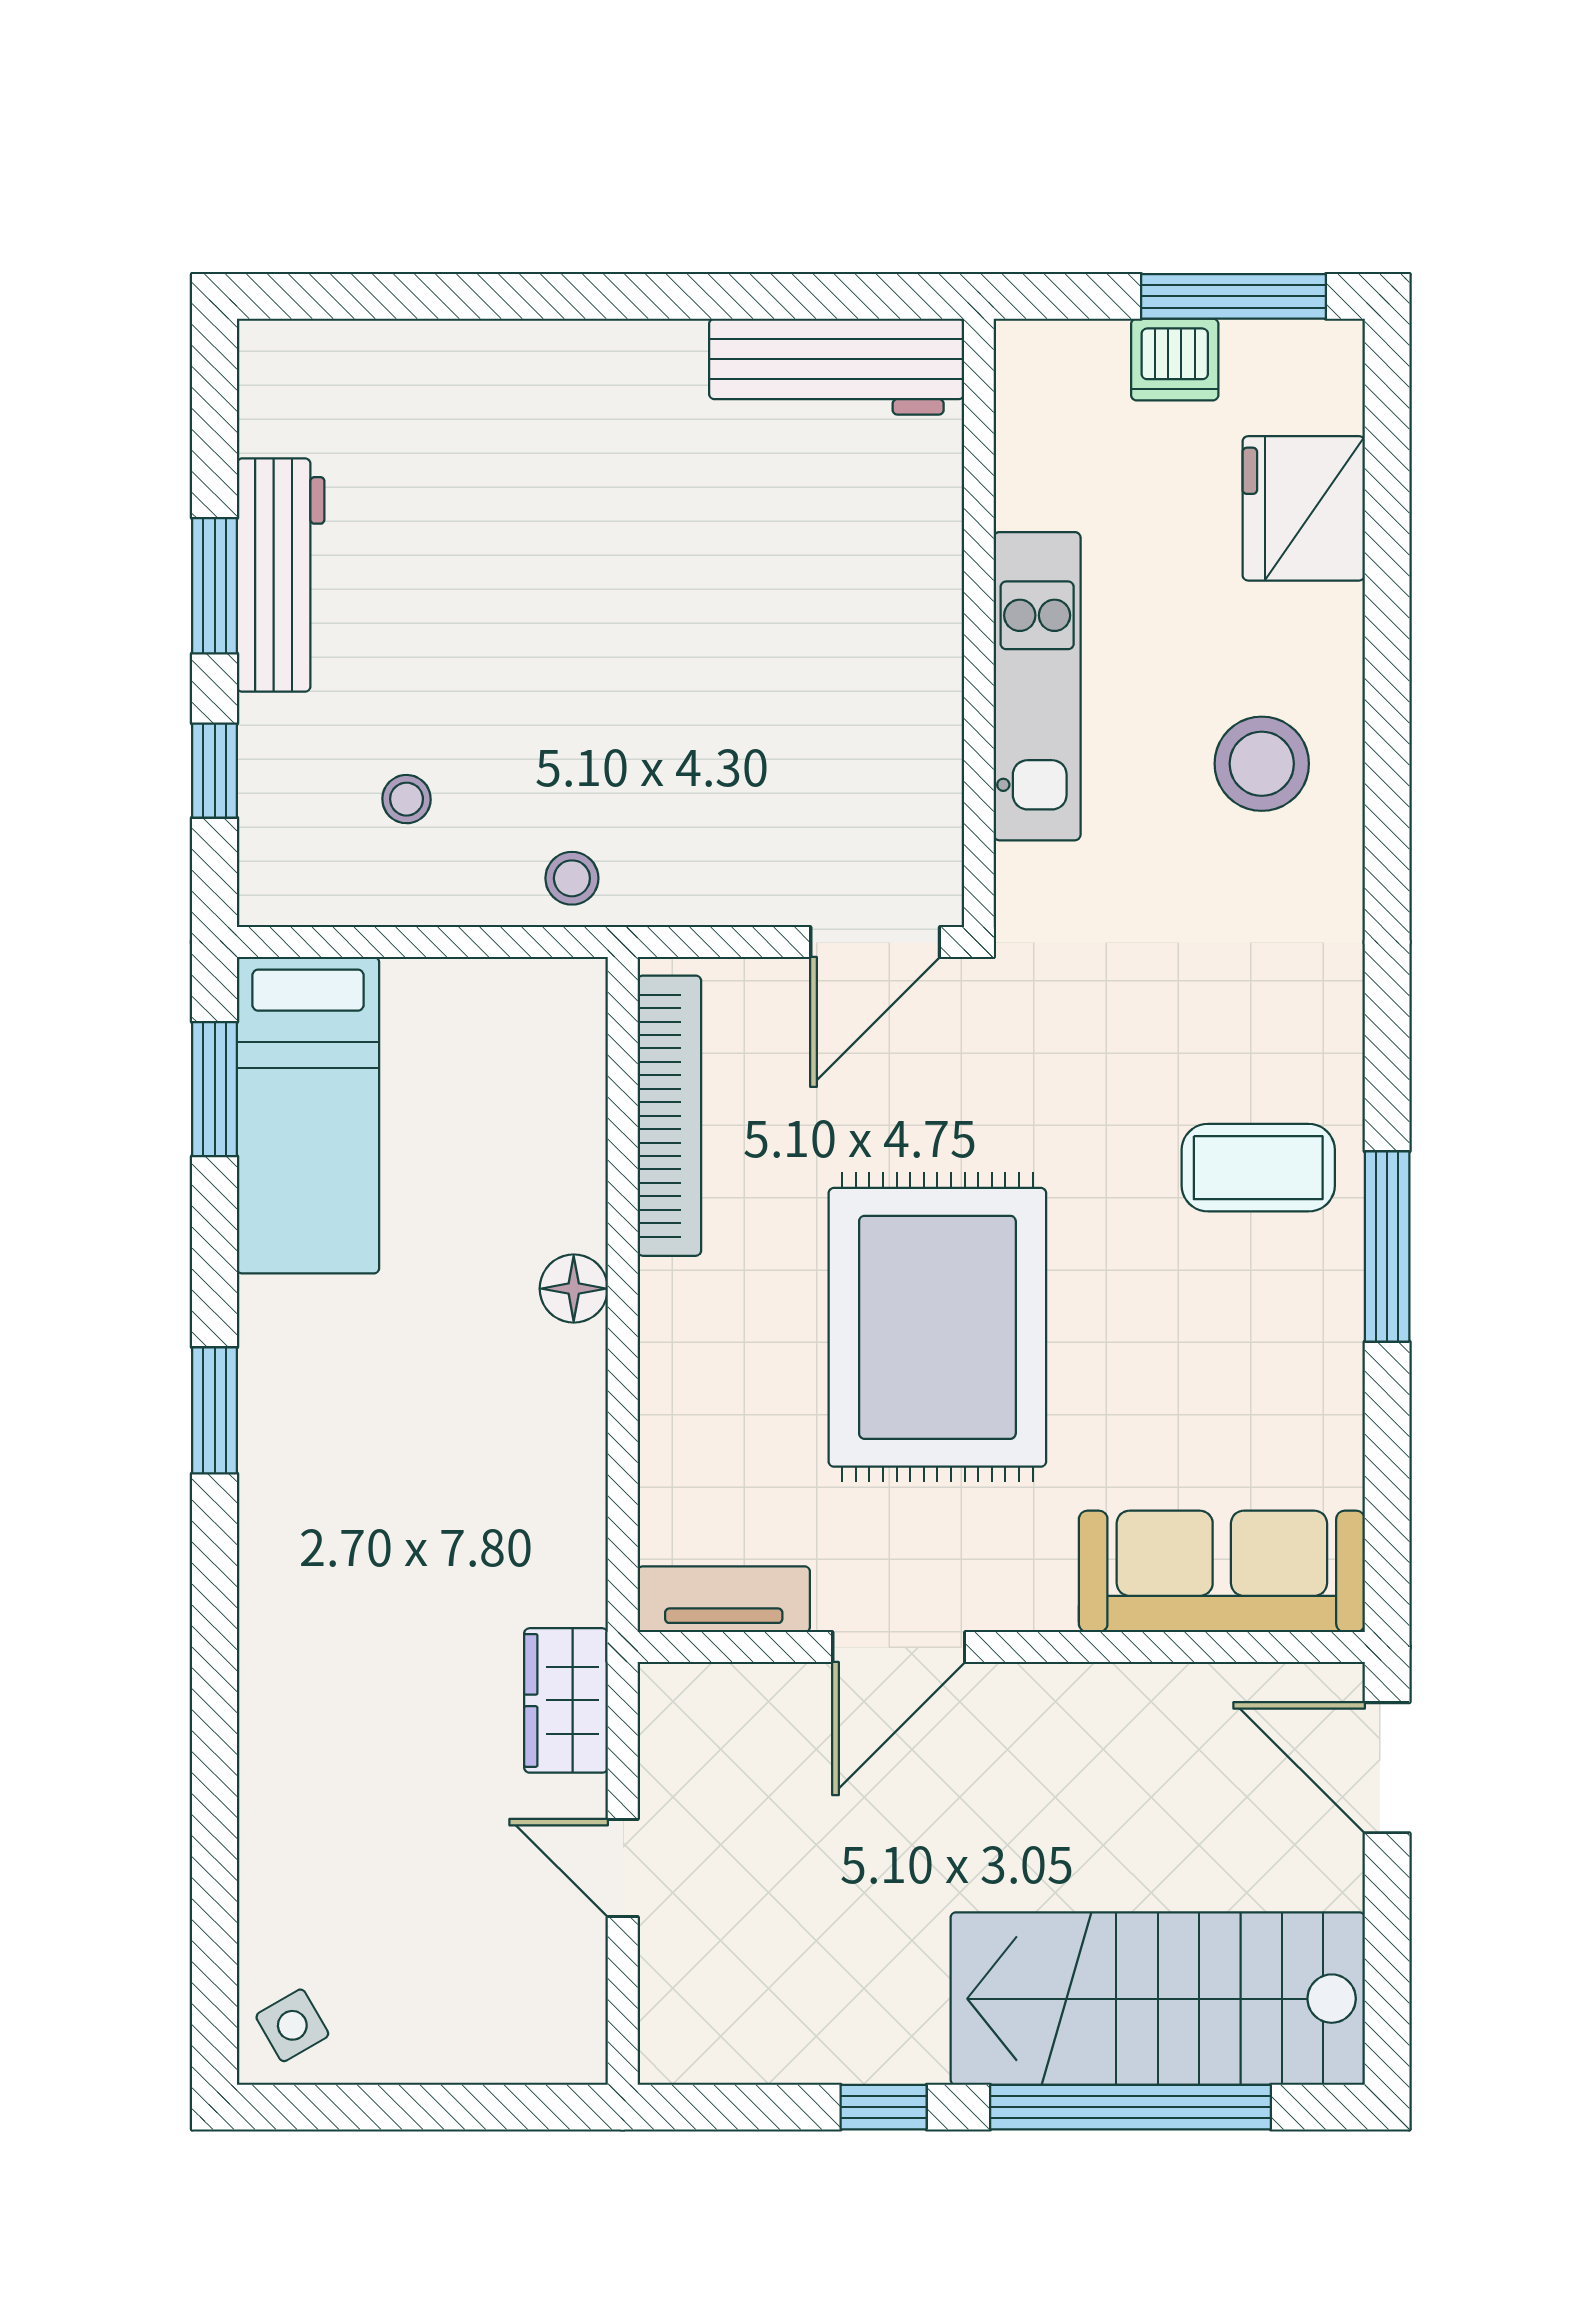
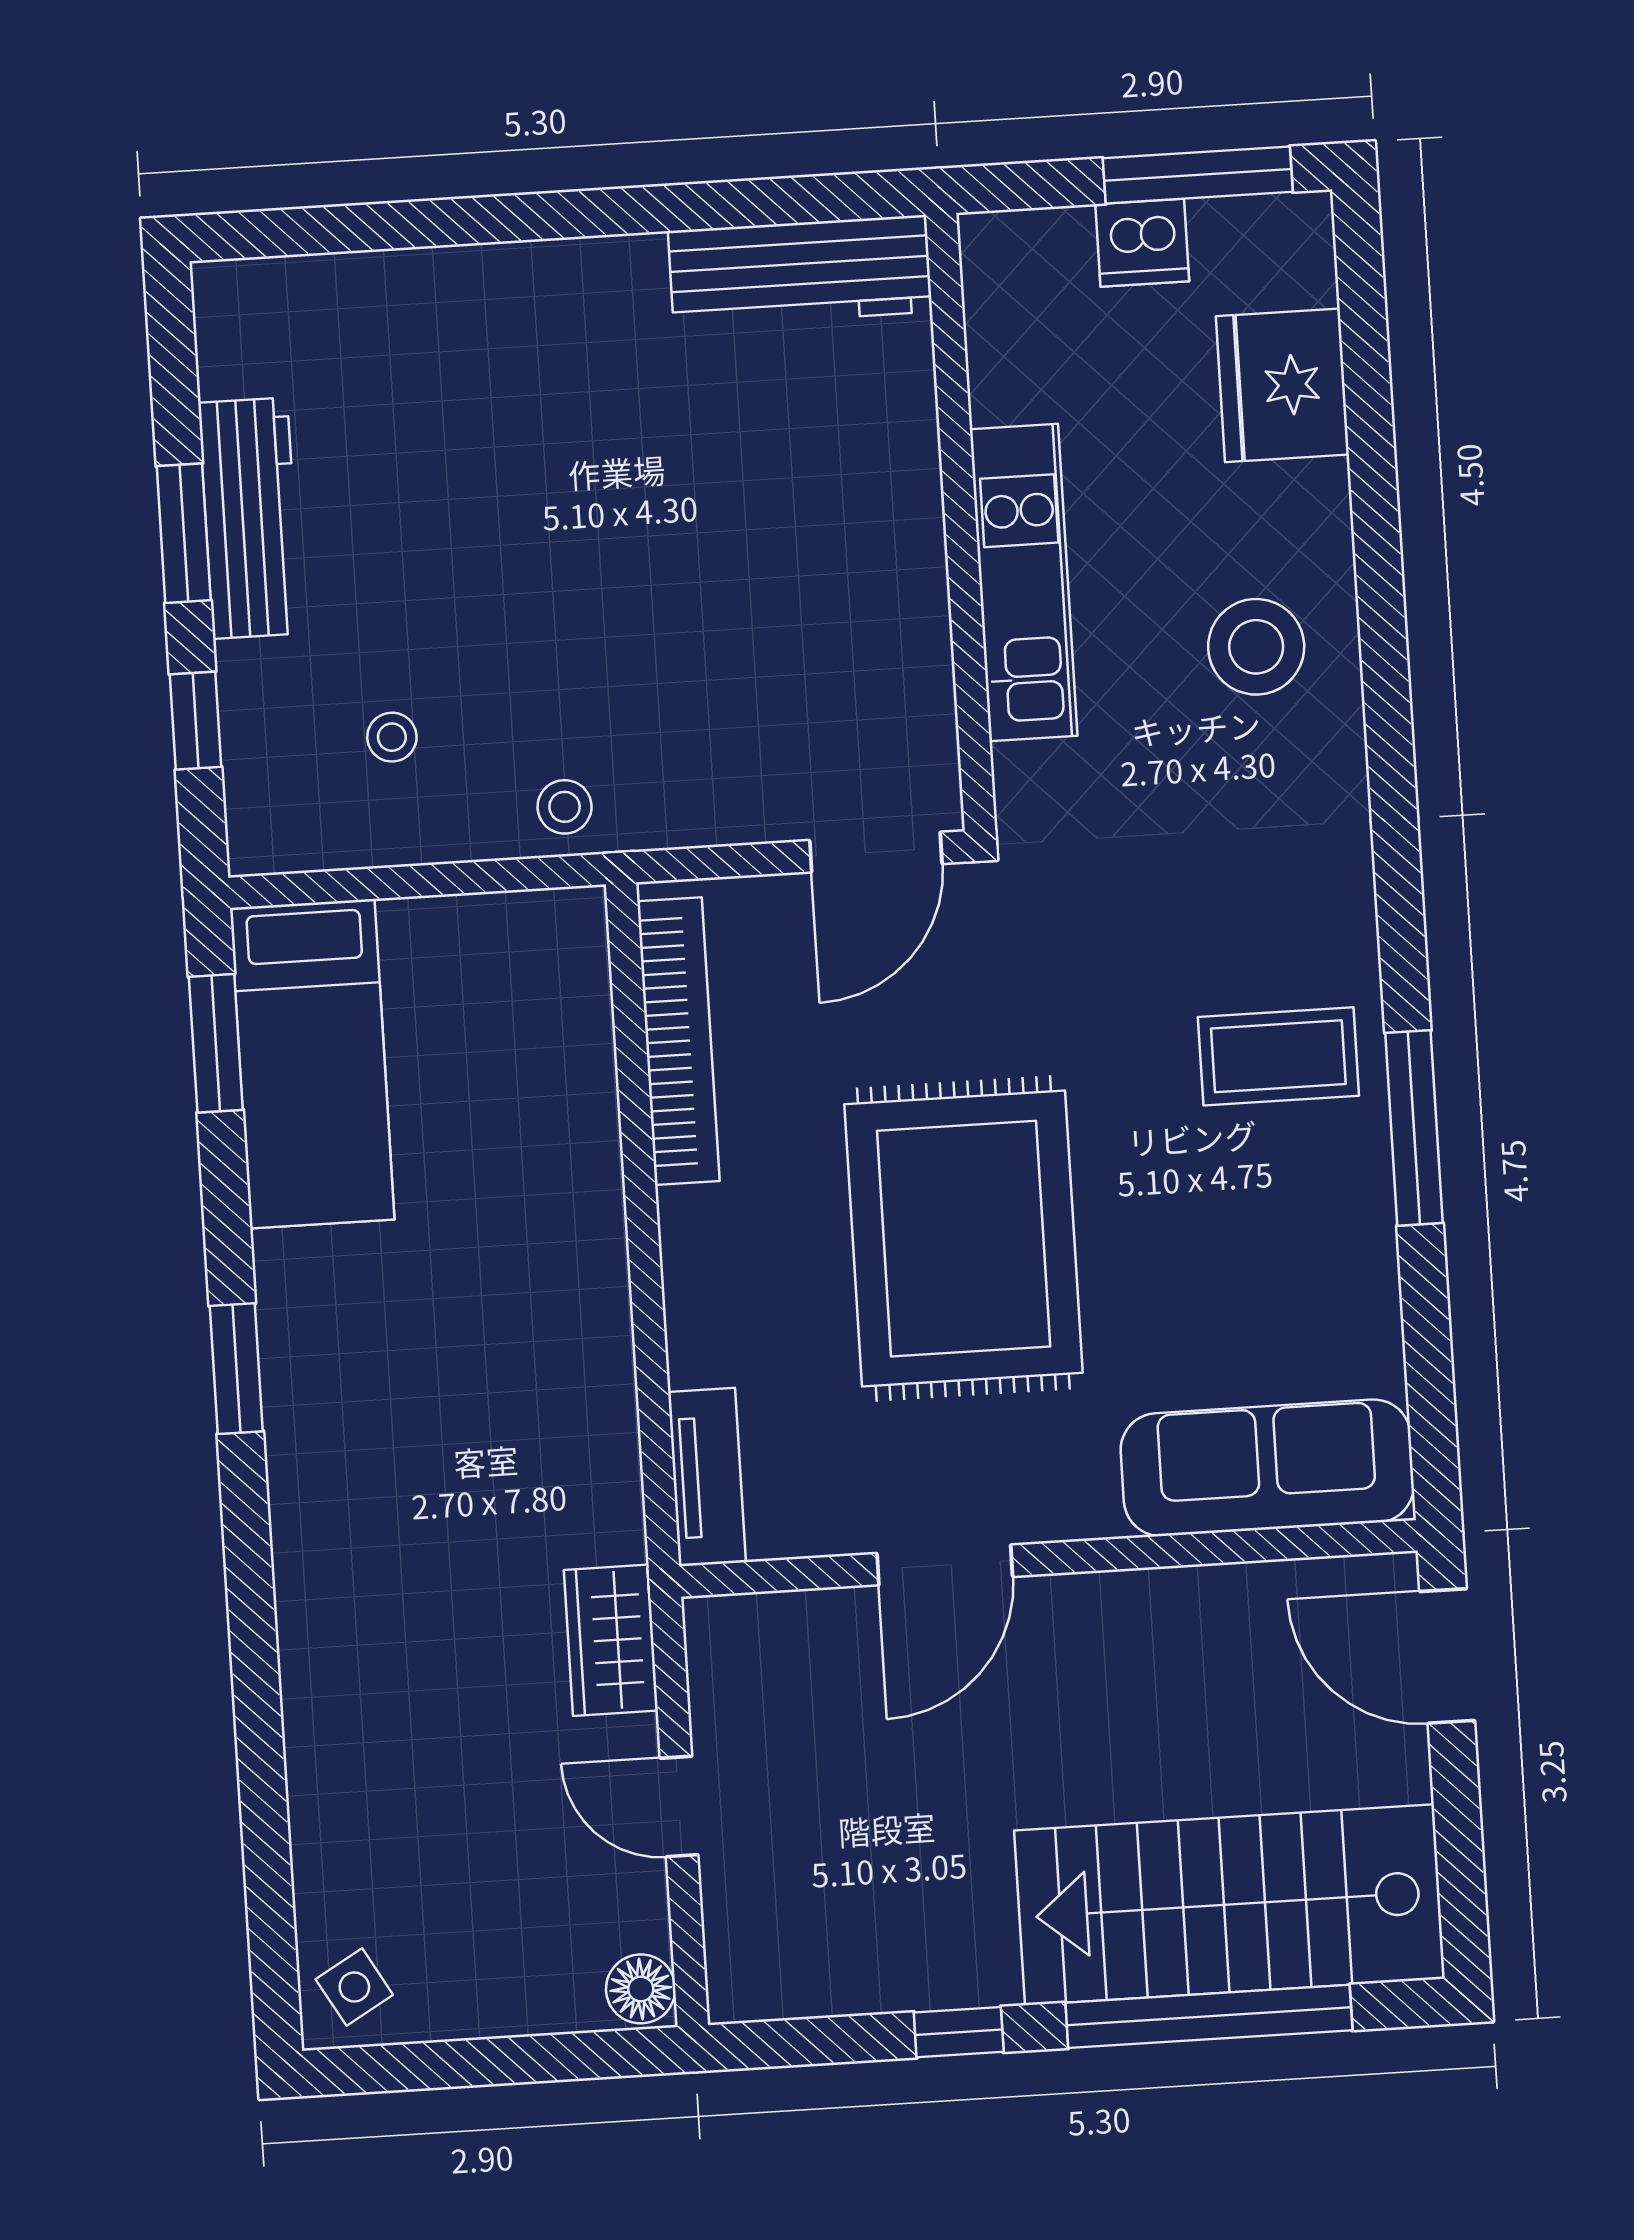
floor lamp: (574, 1289) -> (641, 1989), moved
tv unit: (724, 1599) -> (707, 1477), moved, turned 90

